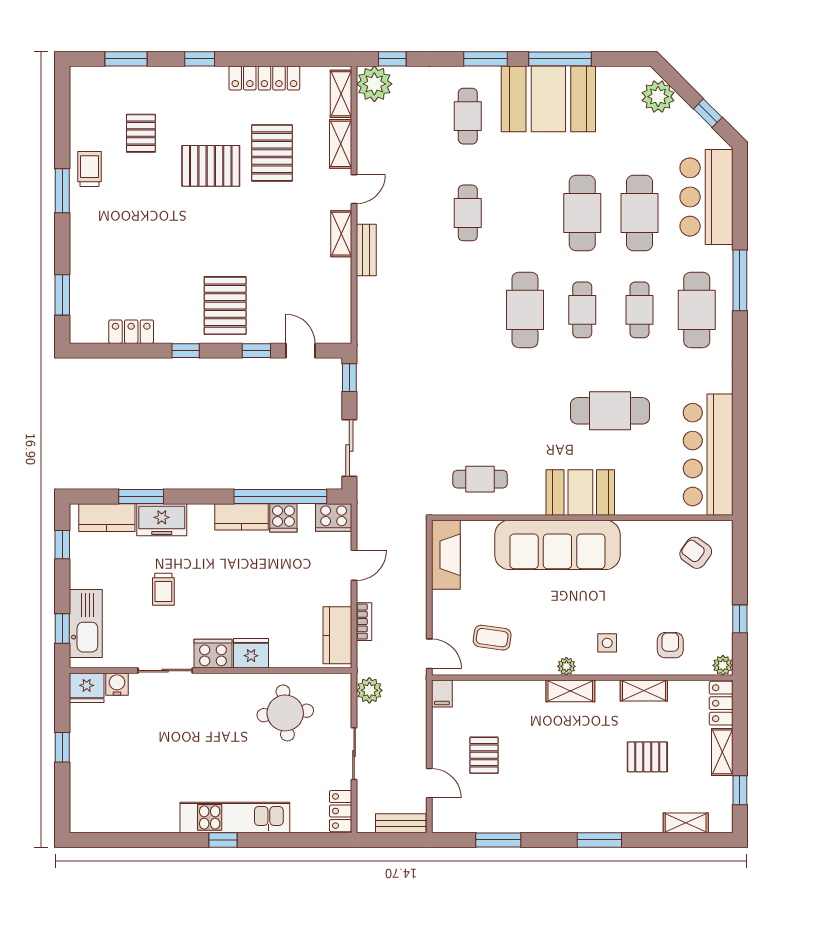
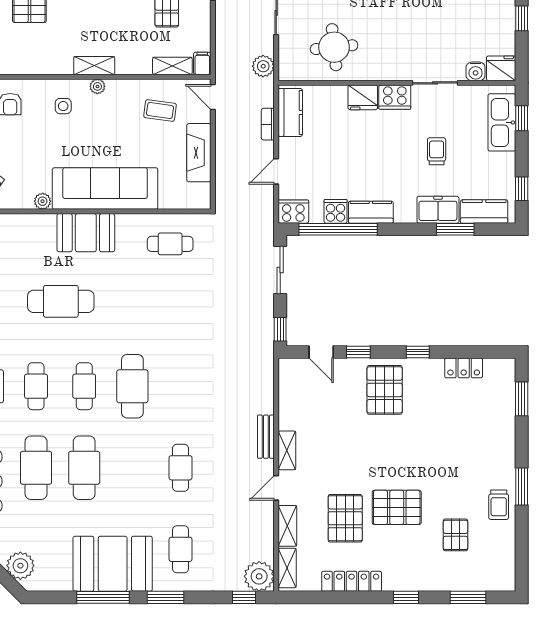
plant: (632, 530) -> (43, 201), added
fireplace: (446, 555) -> (199, 153), moved
shelving: (644, 691) -> (172, 66), moved

